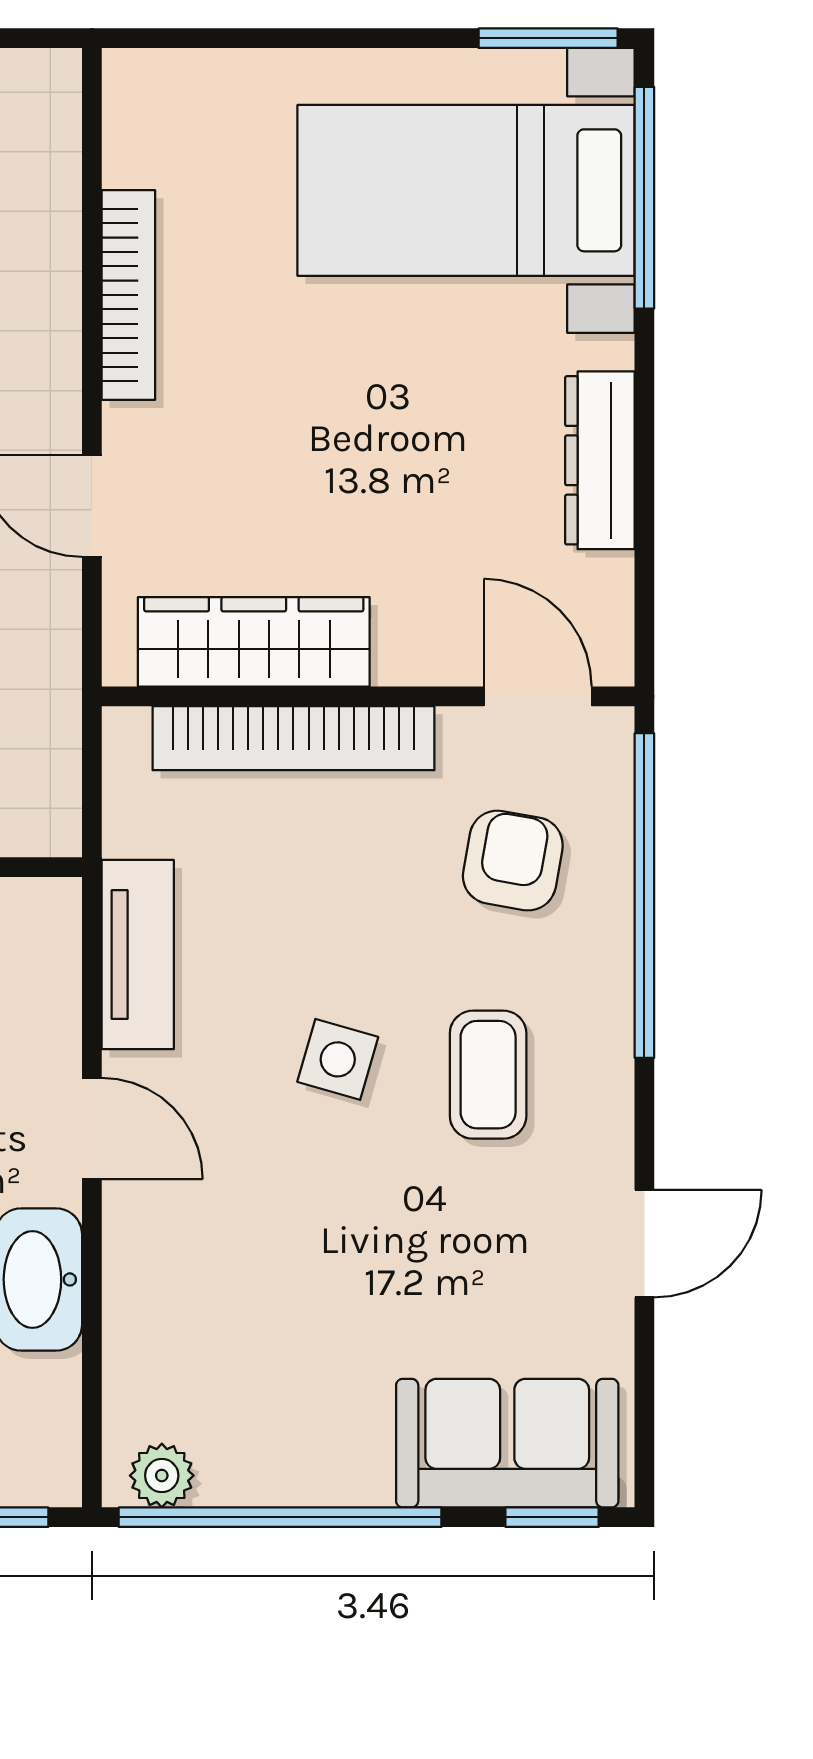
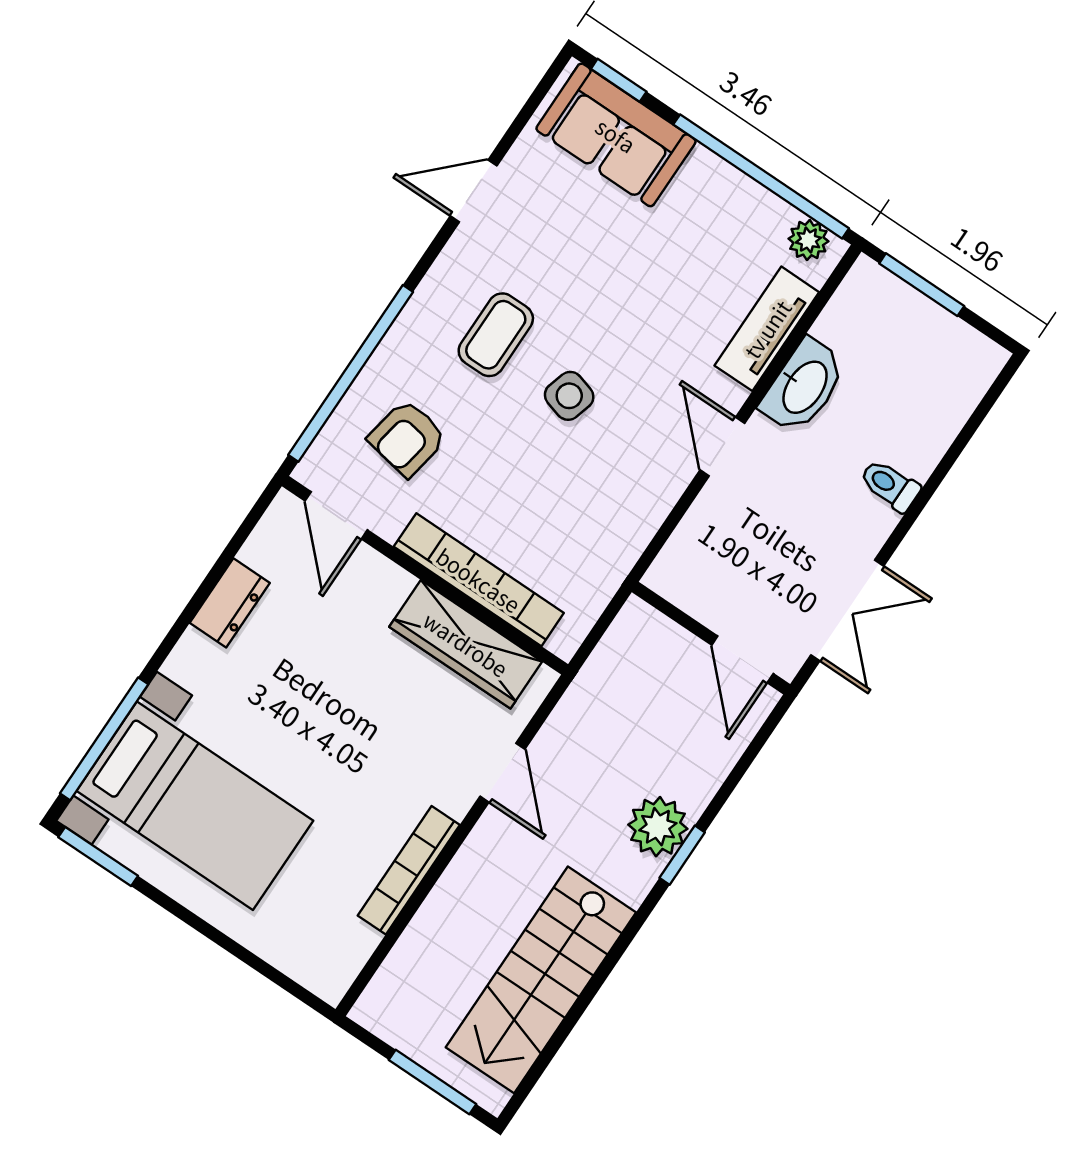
dresser: (600, 460) -> (230, 603), width x0.70
tv unit: (138, 955) -> (767, 329), moved

